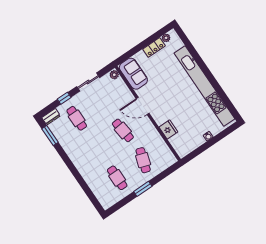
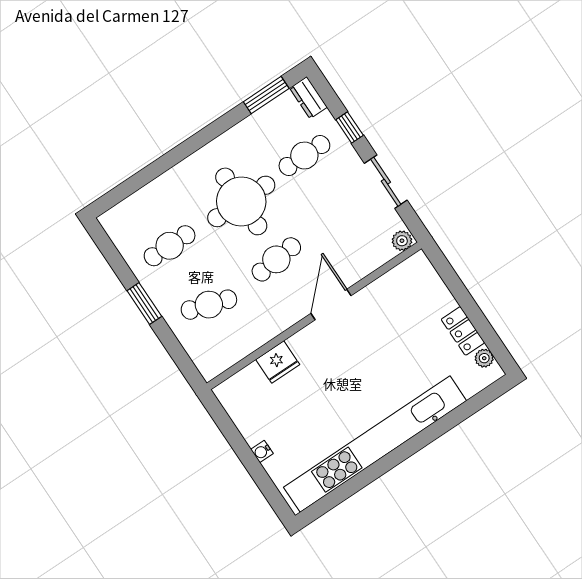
sofa: (133, 74) -> (404, 284), removed
round table: (97, 146) -> (241, 201), added

